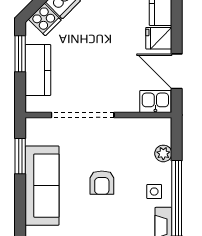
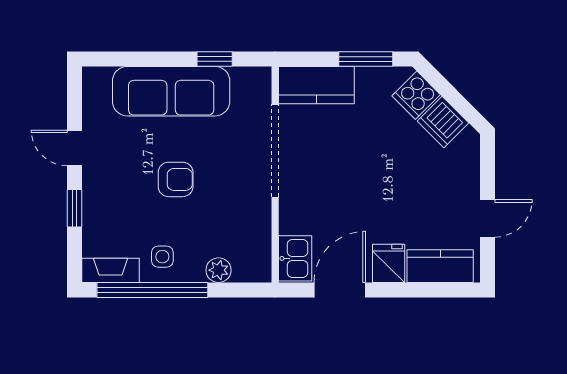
kitchen counter: (38, 70) -> (316, 85), moved
window: (20, 156) -> (215, 59), width x0.67
armchair: (102, 183) -> (176, 179), turned 180

